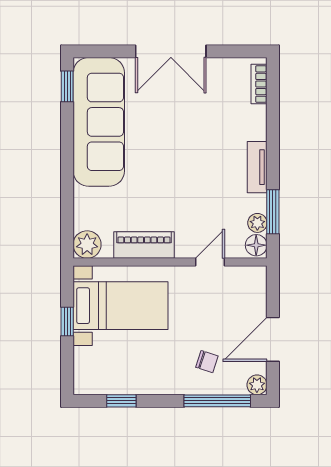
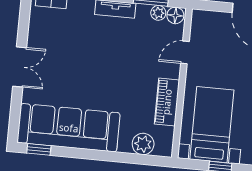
double door: (171, 51) -> (20, 67), width x0.73
plant: (87, 245) -> (143, 144), moved
door: (210, 262) -> (185, 52), hinge flipped

